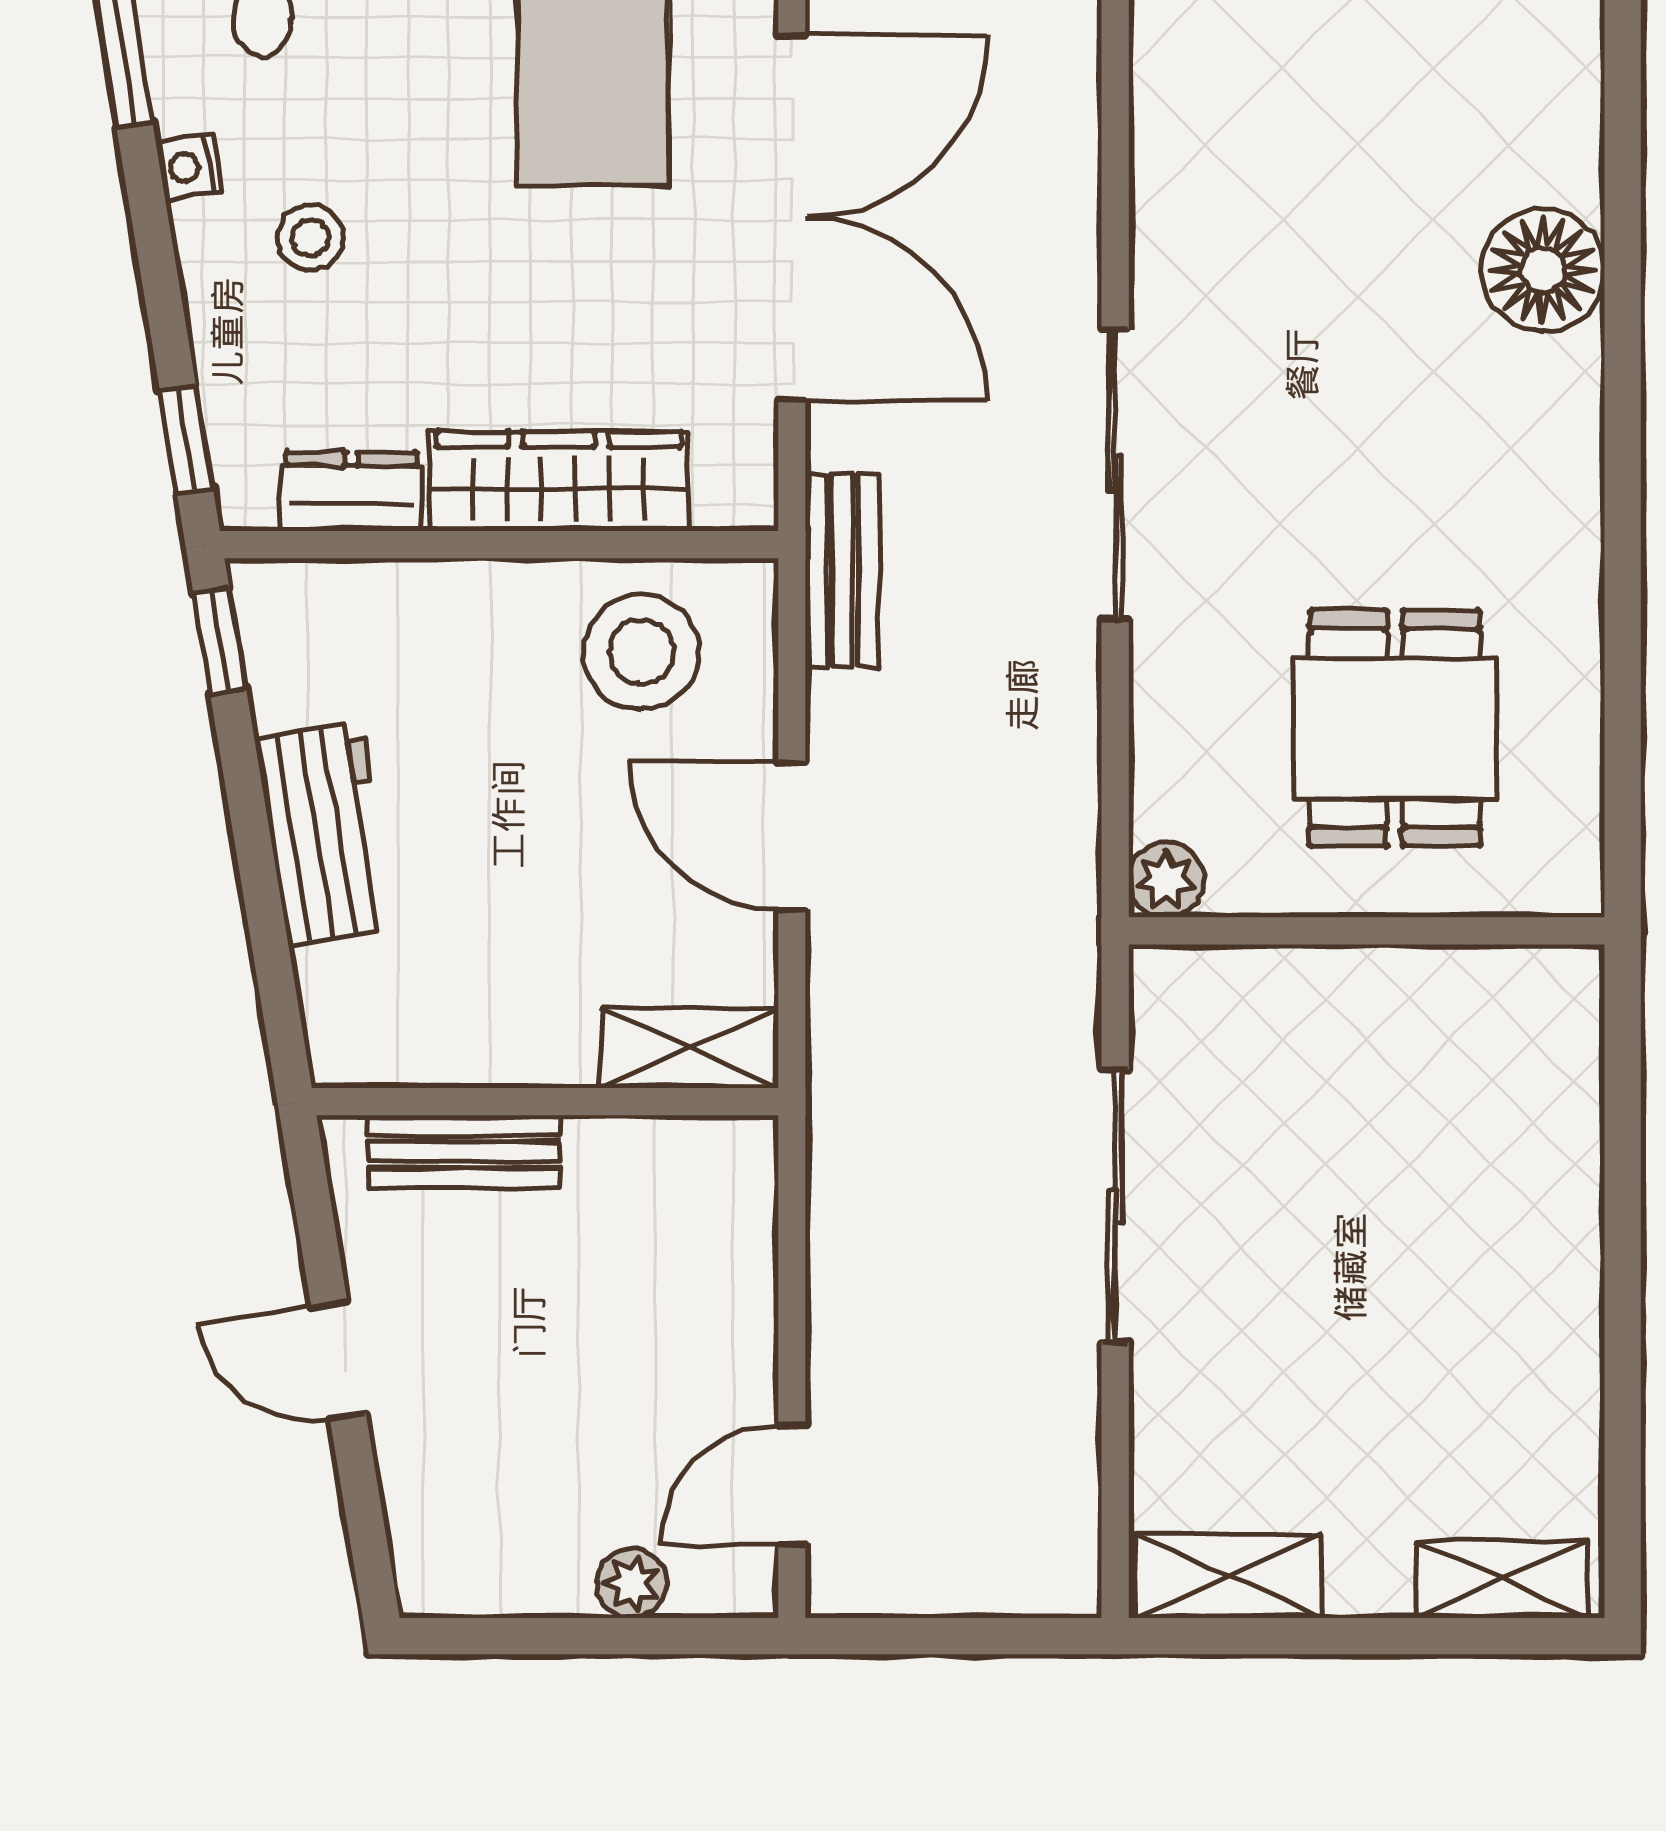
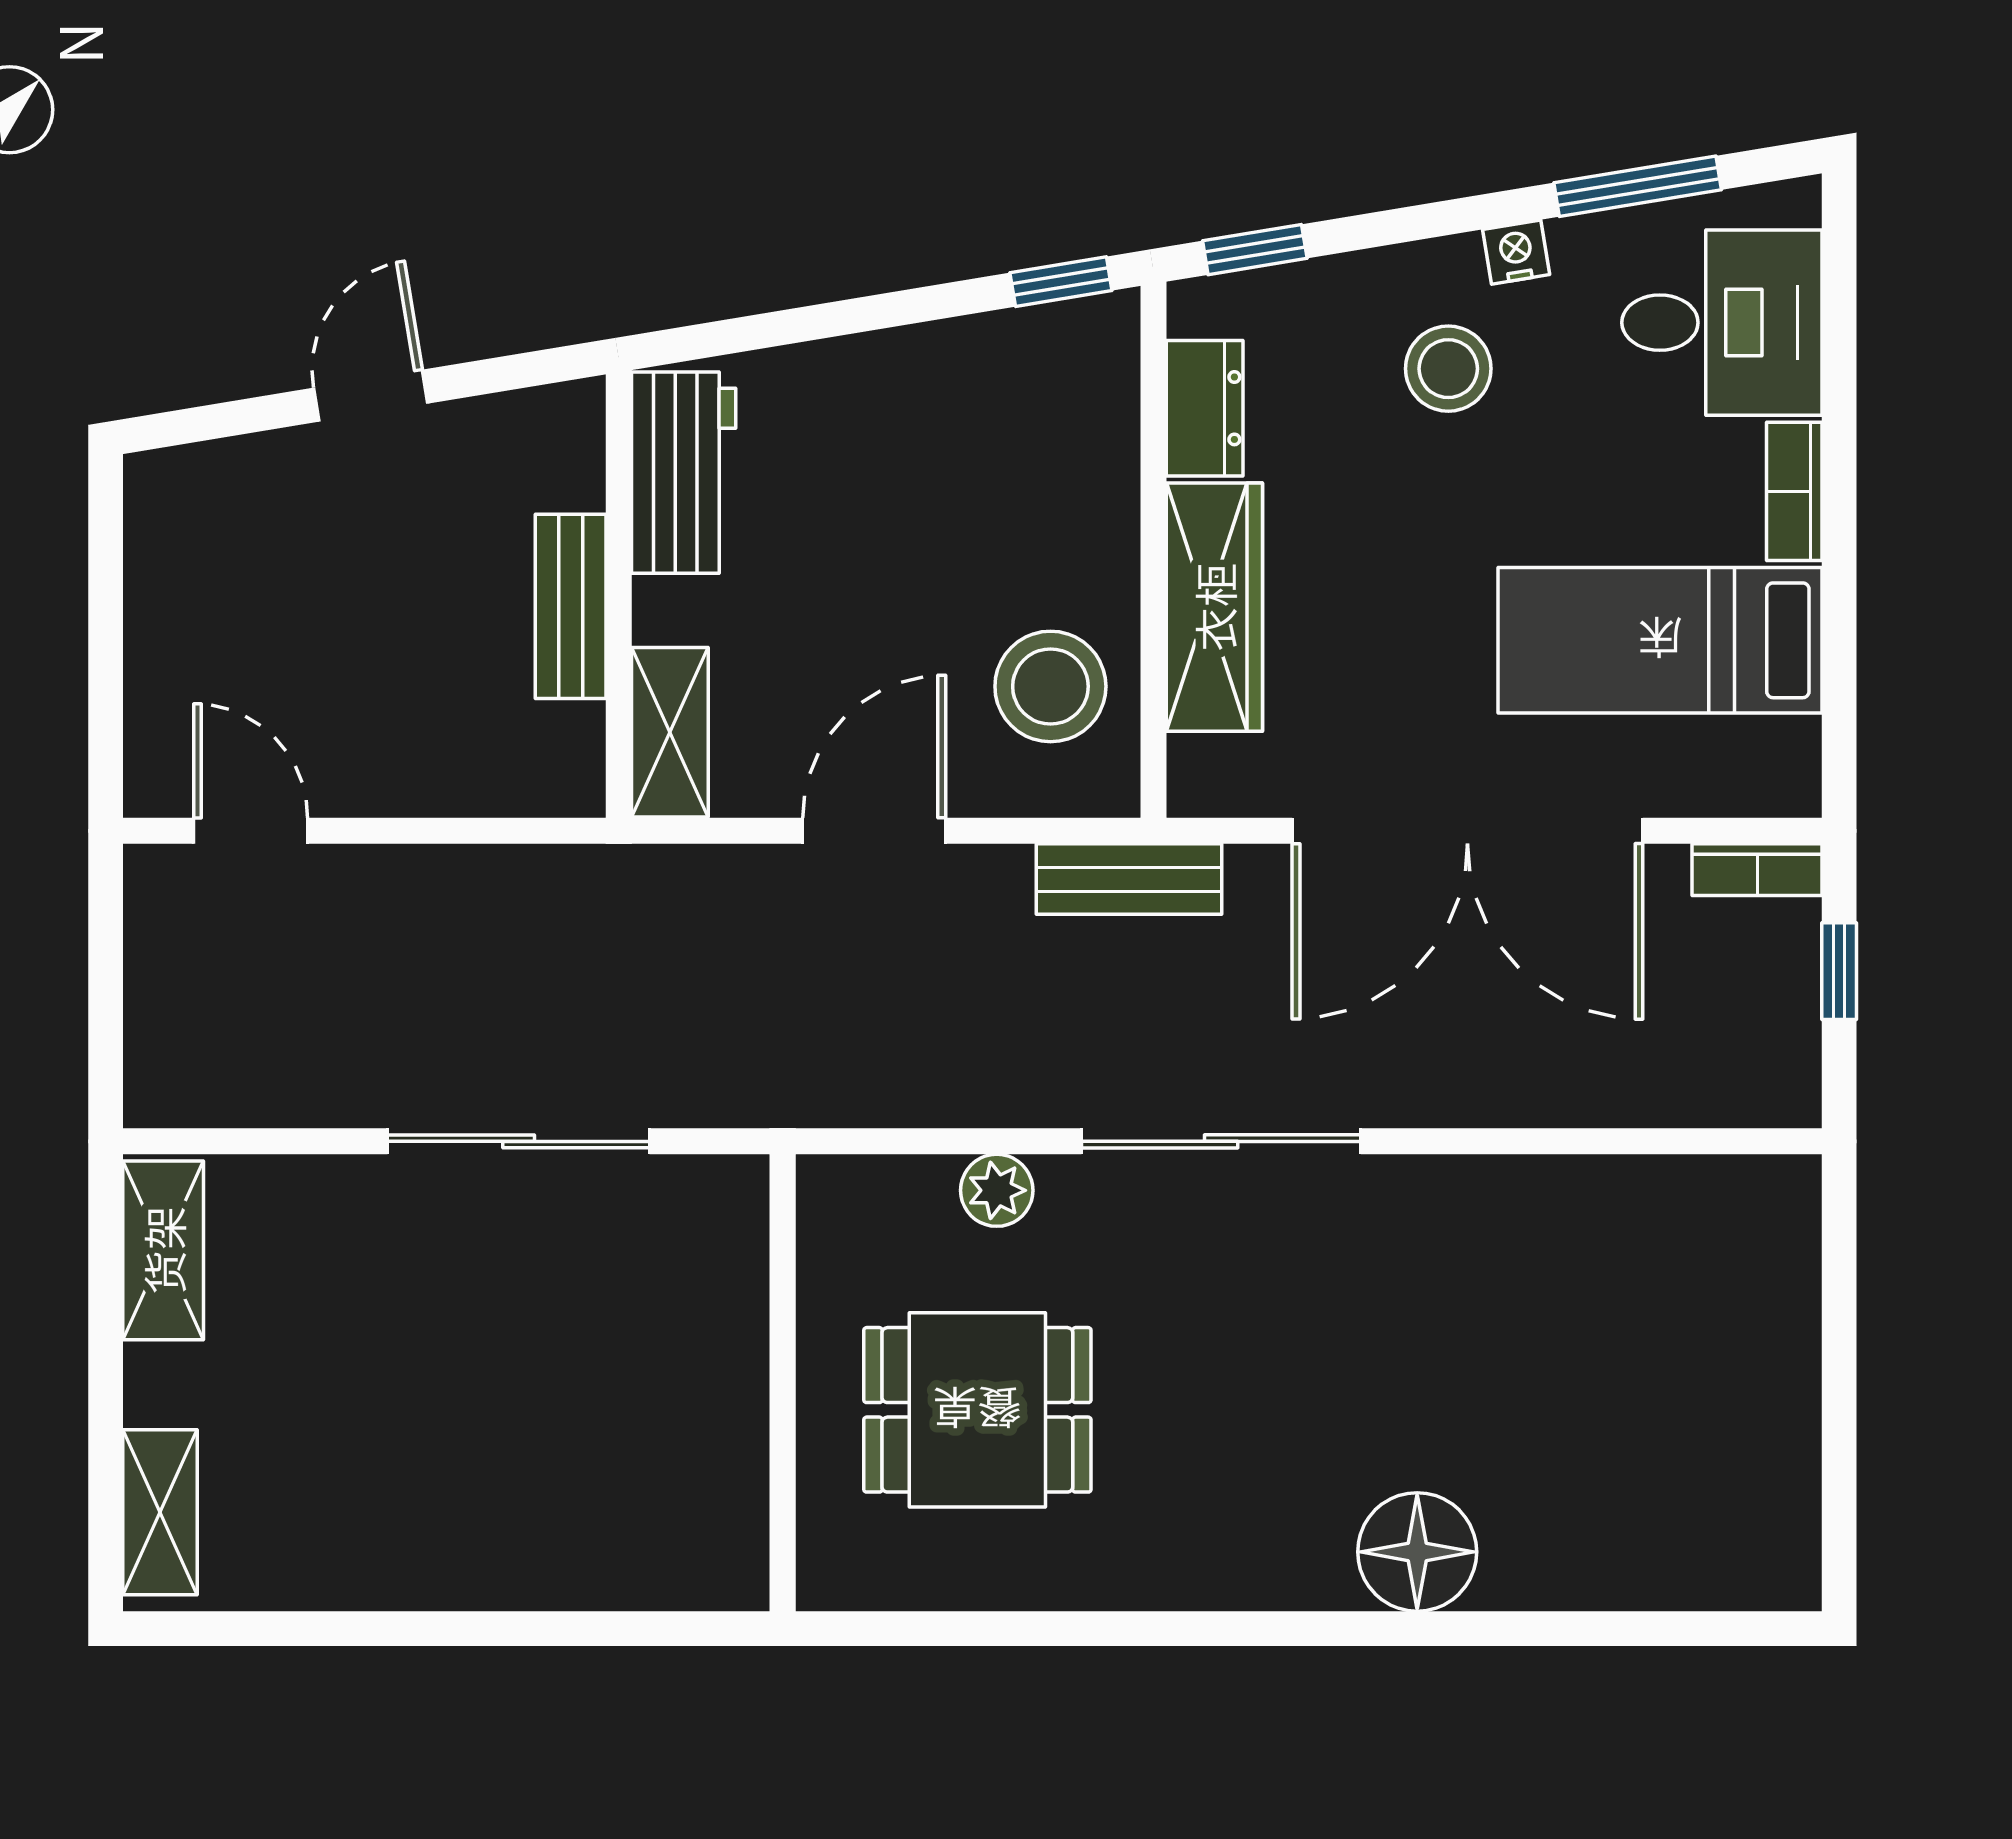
stool: (310, 238) -> (1448, 369), width x1.37, depth x1.37
workbench: (325, 834) -> (684, 473), moved, turned -81
plant: (1166, 880) -> (997, 1190), moved
bench: (464, 1152) -> (571, 606), moved
plant: (632, 1583) -> (156, 677), removed

